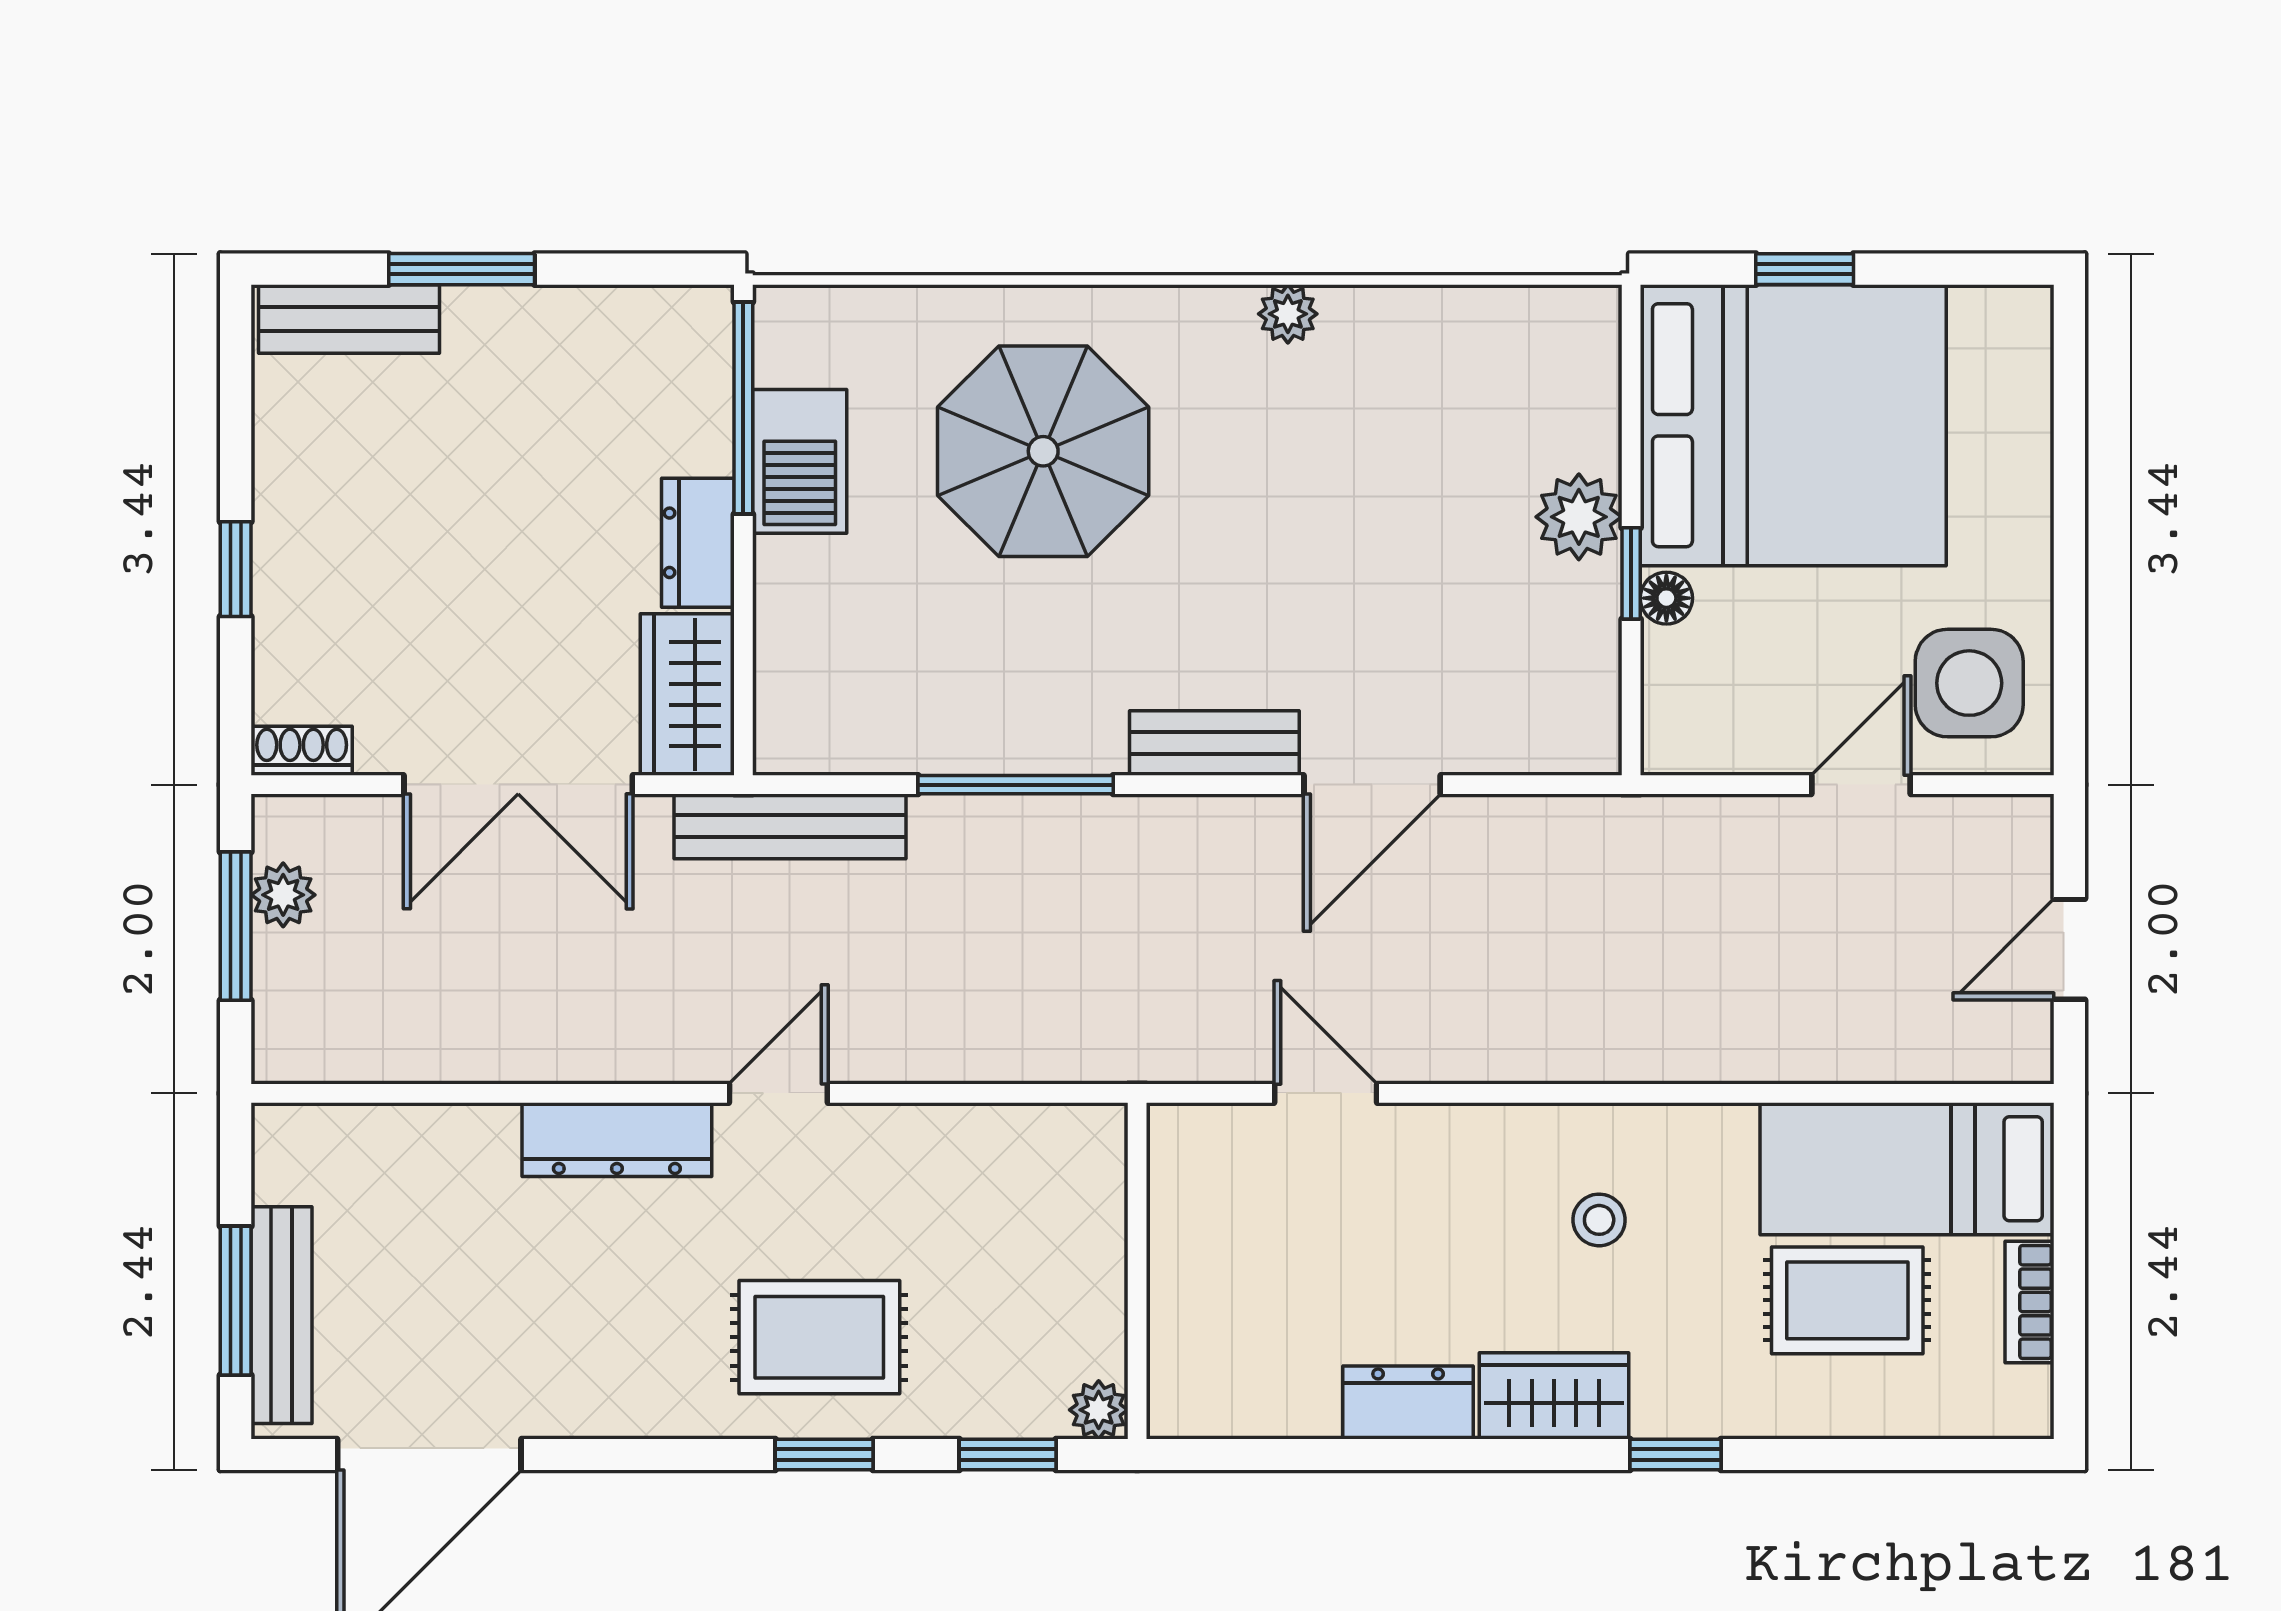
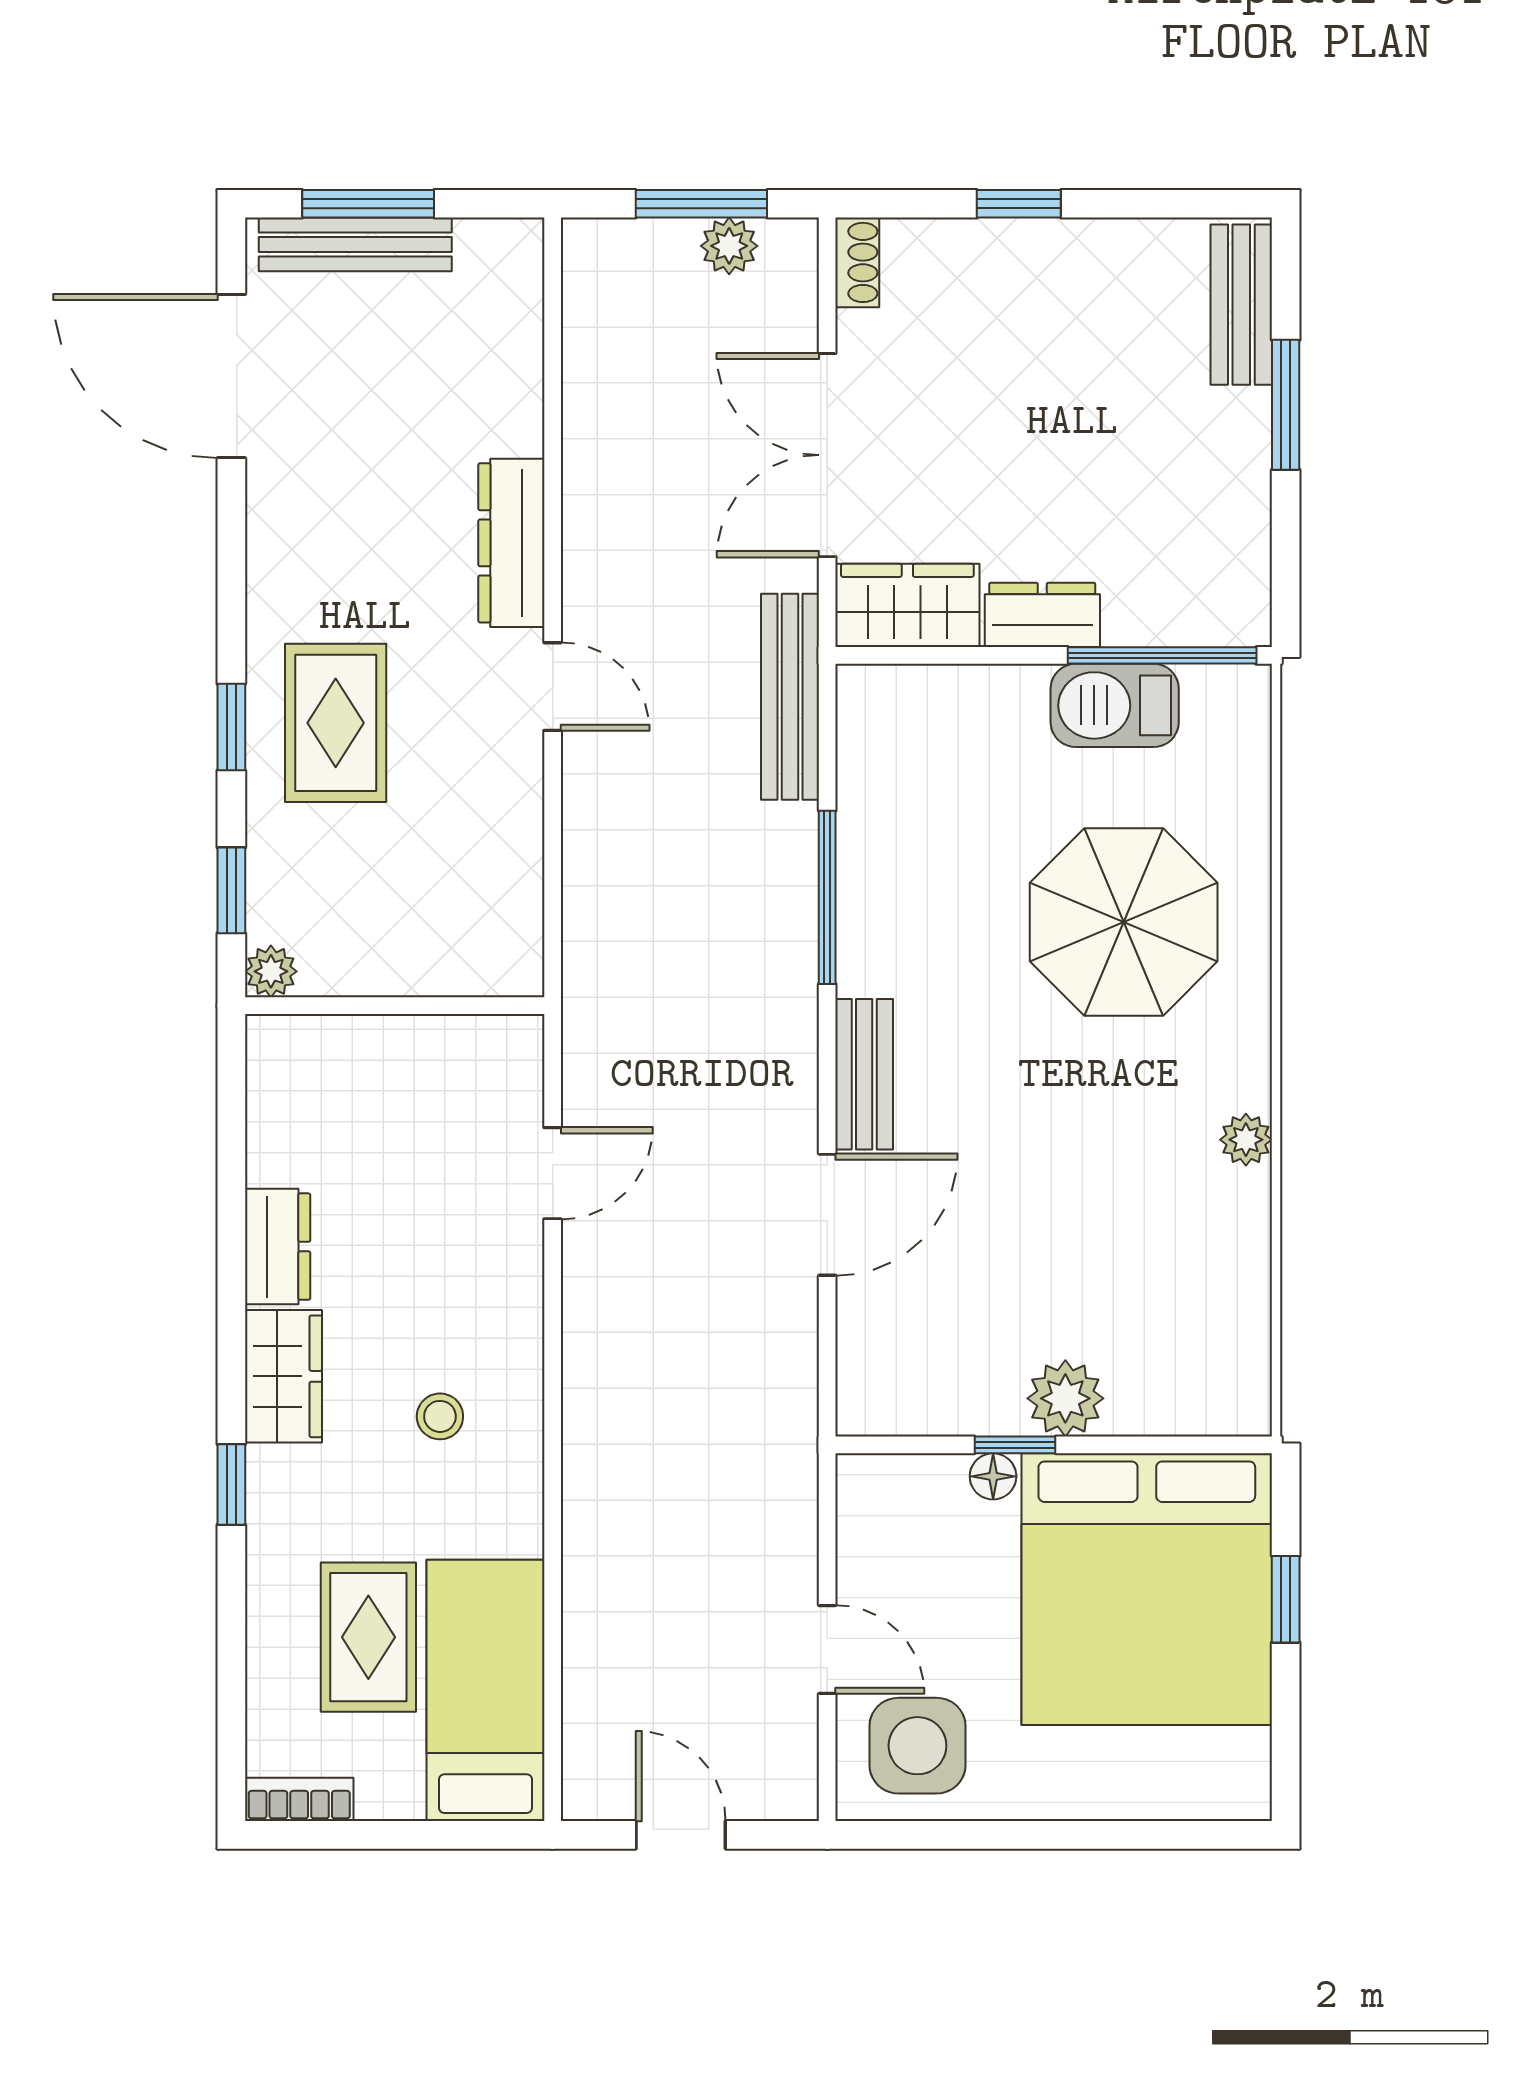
door: (1372, 785) -> (827, 1215), swing flipped
bookcase: (2030, 1302) -> (299, 1799), moved

